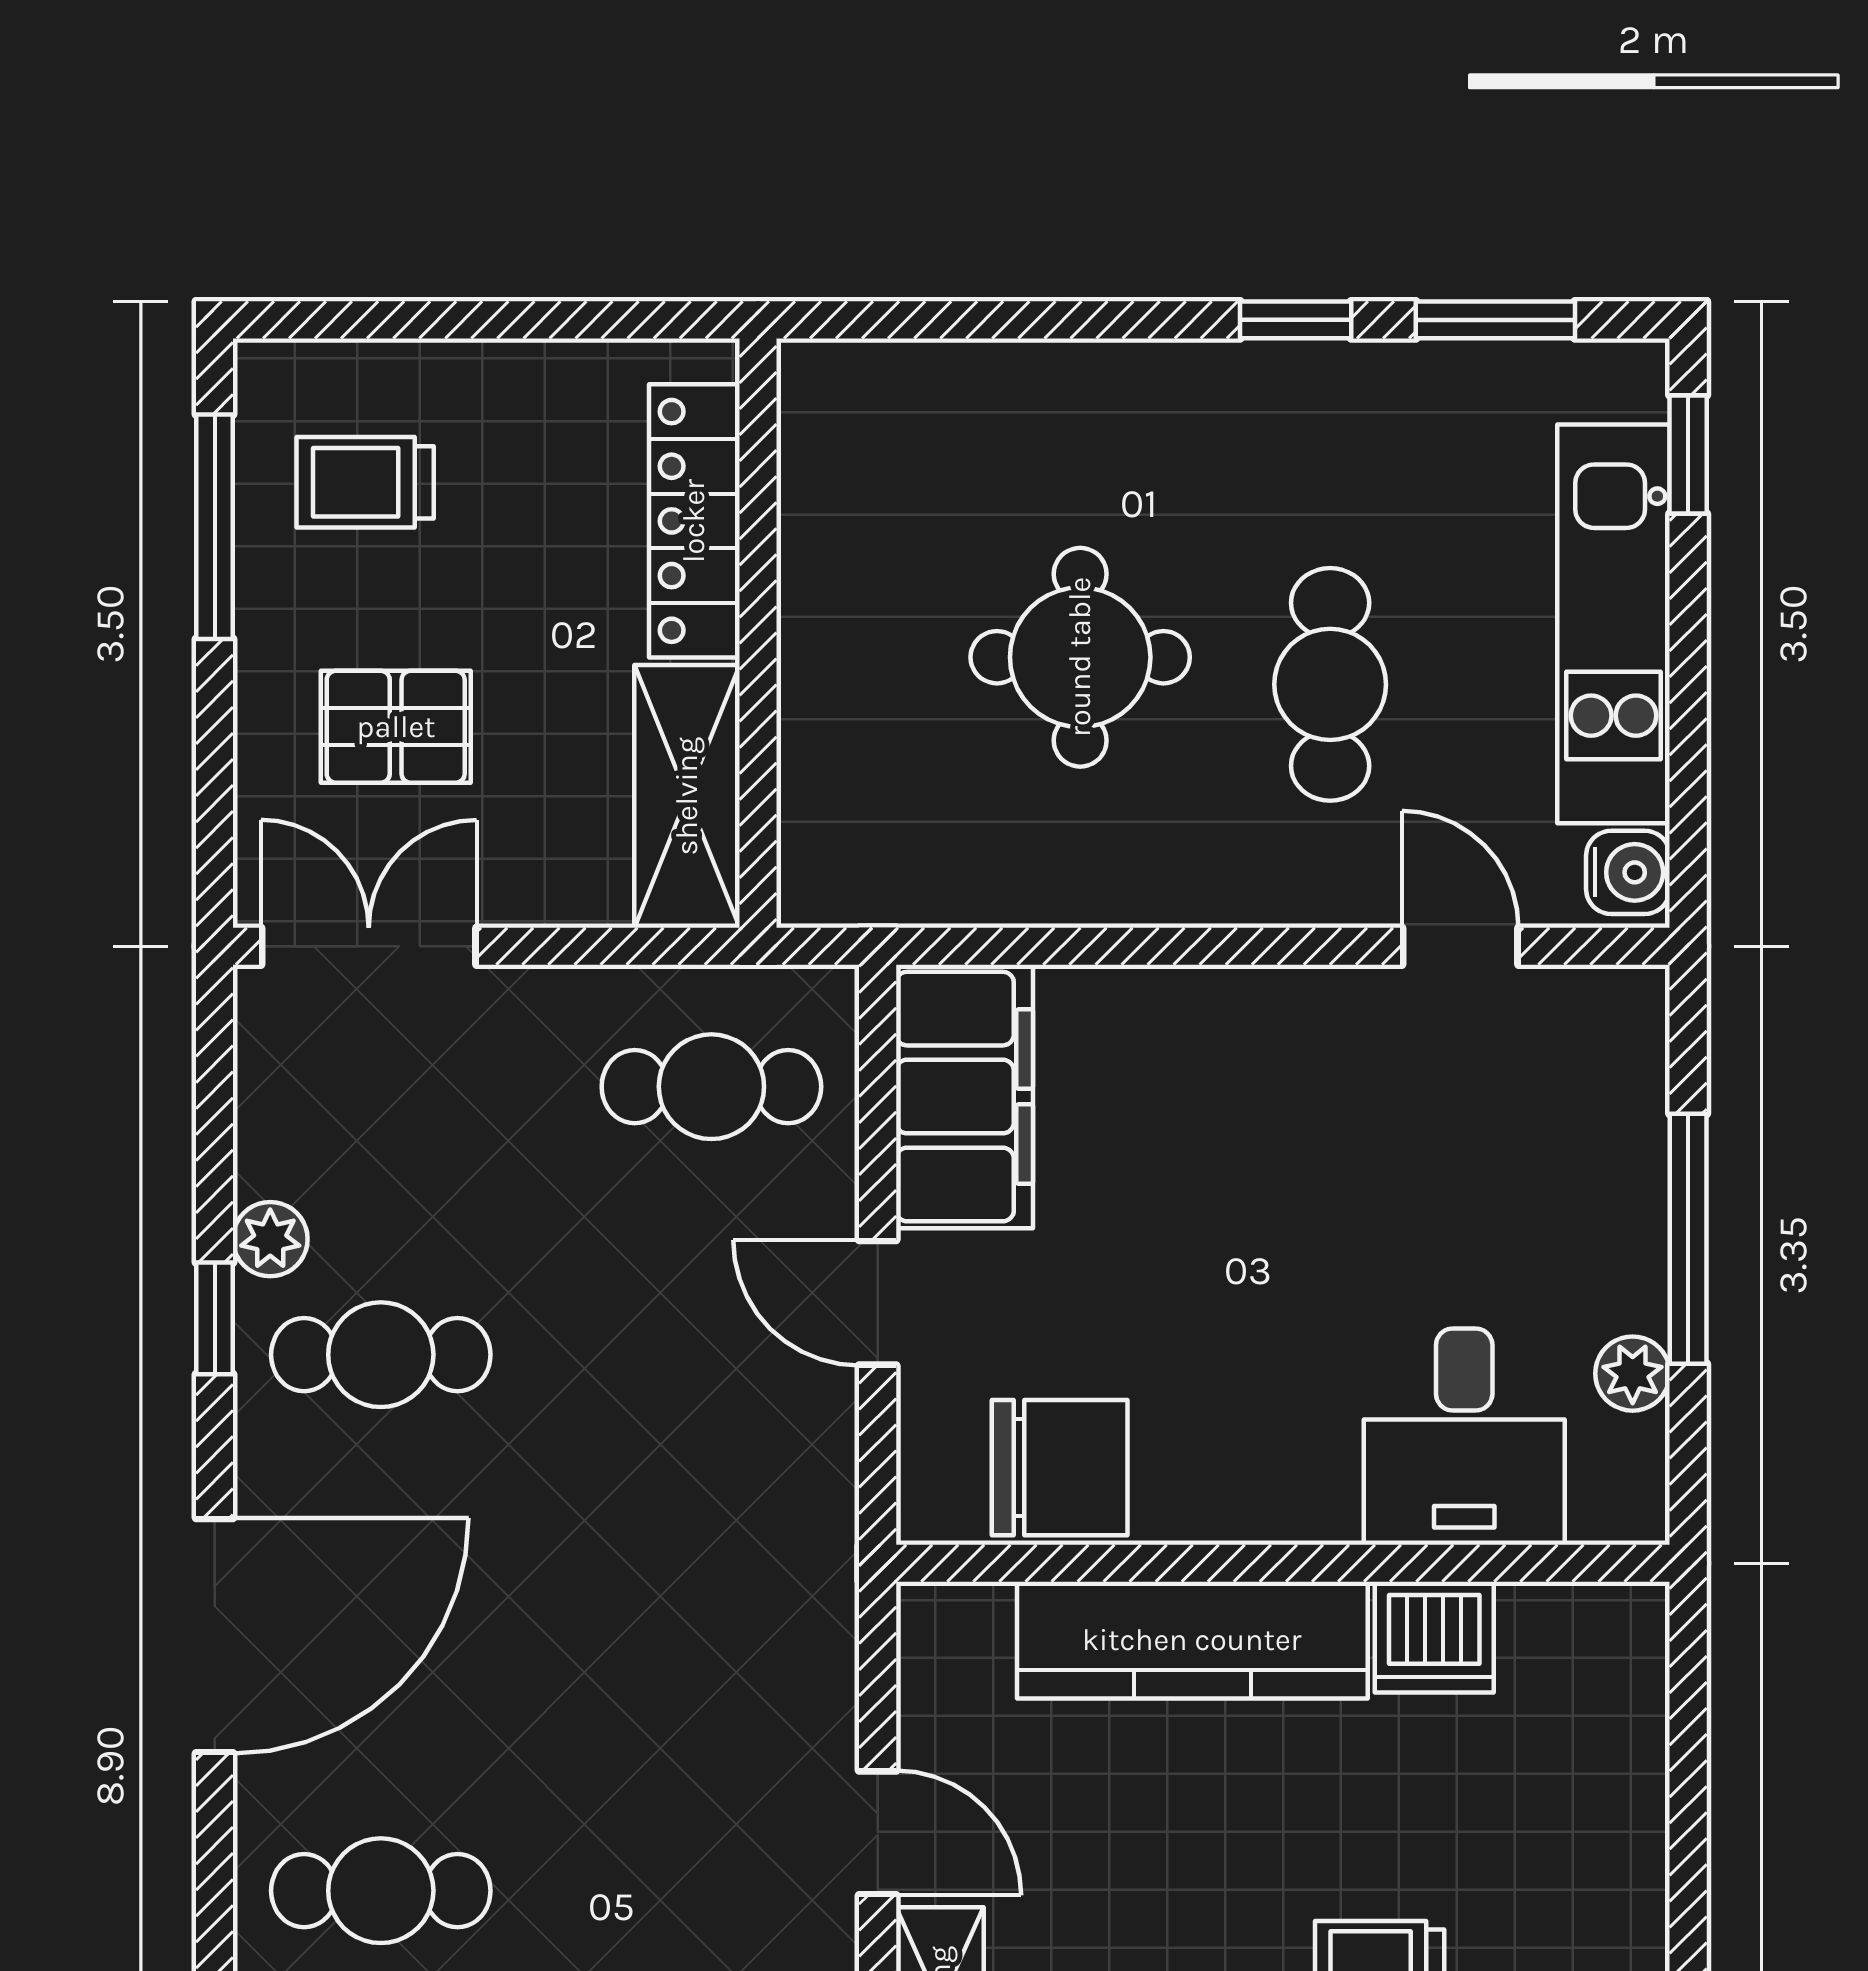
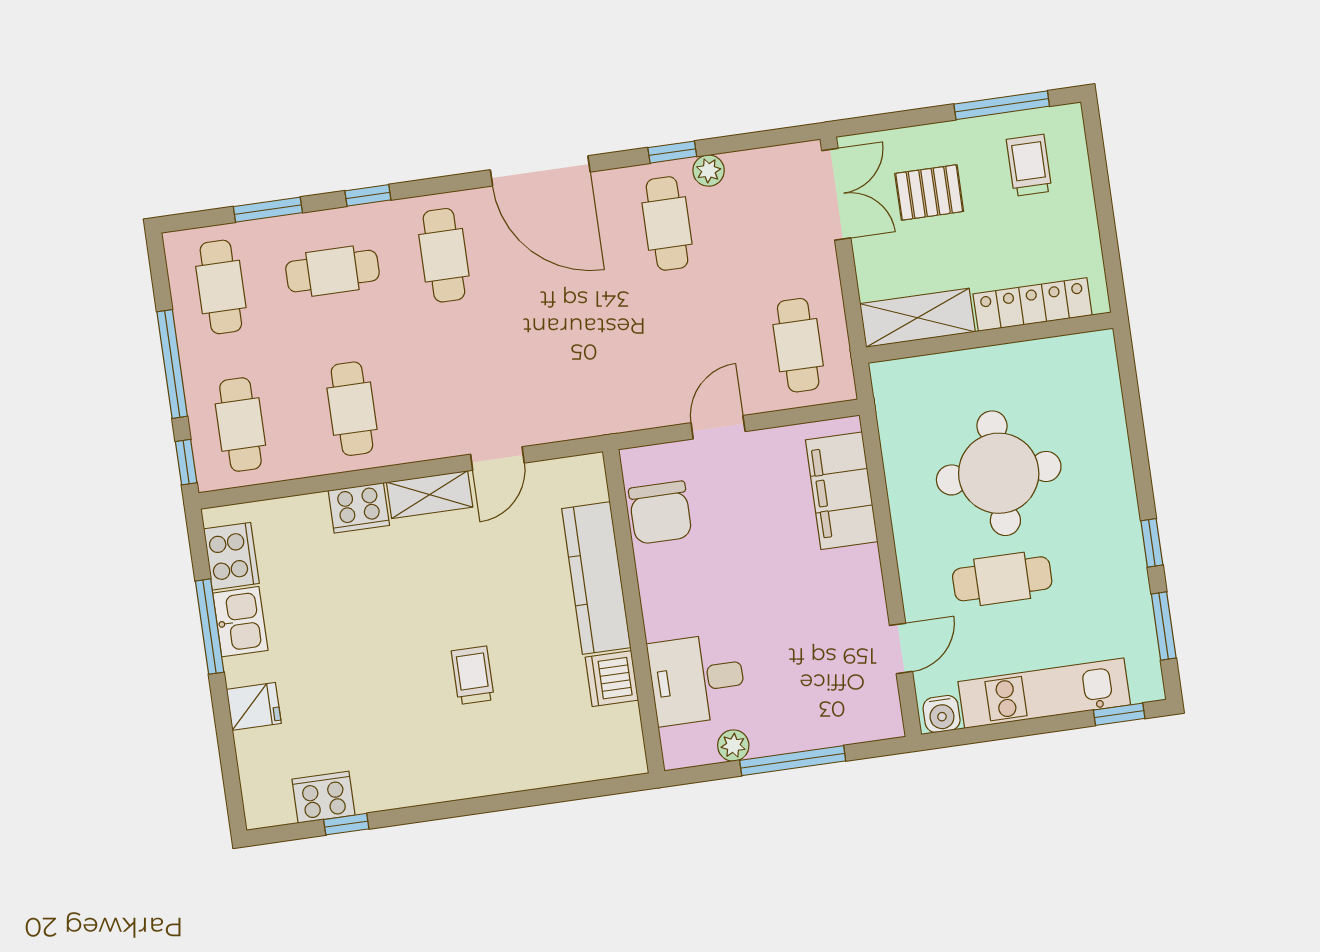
round table: (1080, 657) -> (999, 473), width x1.36, depth x1.36
pallet: (396, 727) -> (929, 192), turned 90
filing cabinet: (964, 1097) -> (842, 491), moved, turned 90

